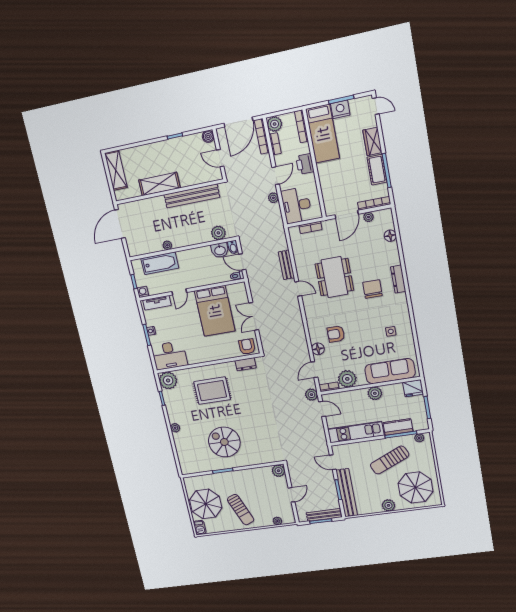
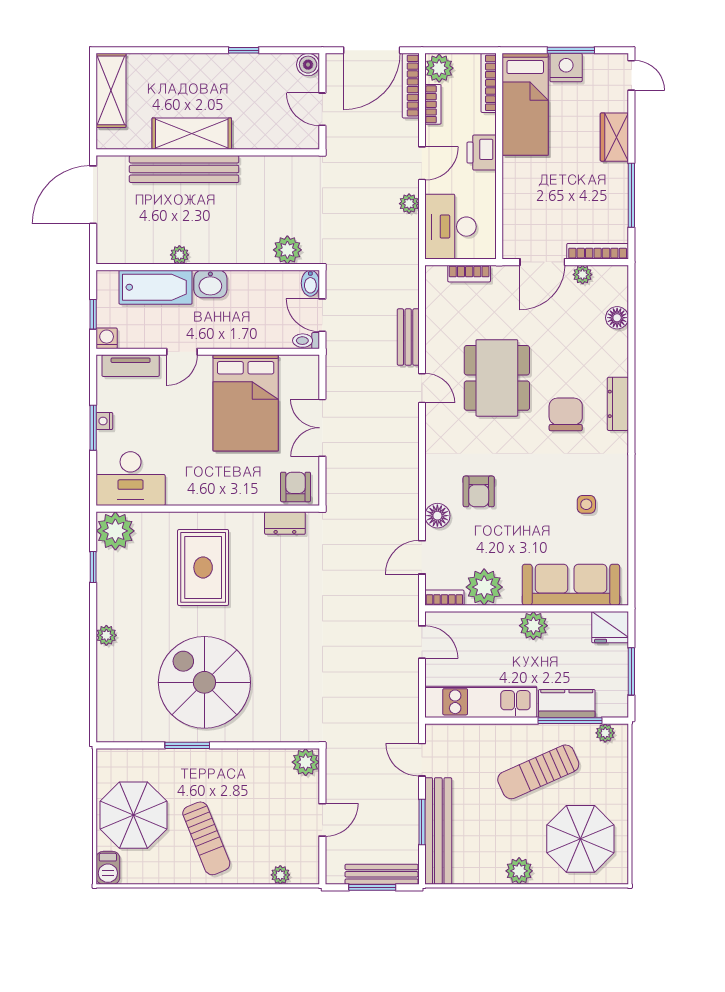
cot: (377, 170) -> (614, 190), removed
bench: (192, 196) -> (184, 169), moved
washbasin: (220, 250) -> (210, 284), moved
armchair: (336, 334) -> (479, 491), turned -90
rug: (212, 391) -> (203, 567), turned 90
plant: (311, 395) -> (406, 608), removed
spiral stairs: (224, 442) -> (204, 682), width x1.37, depth x1.37

